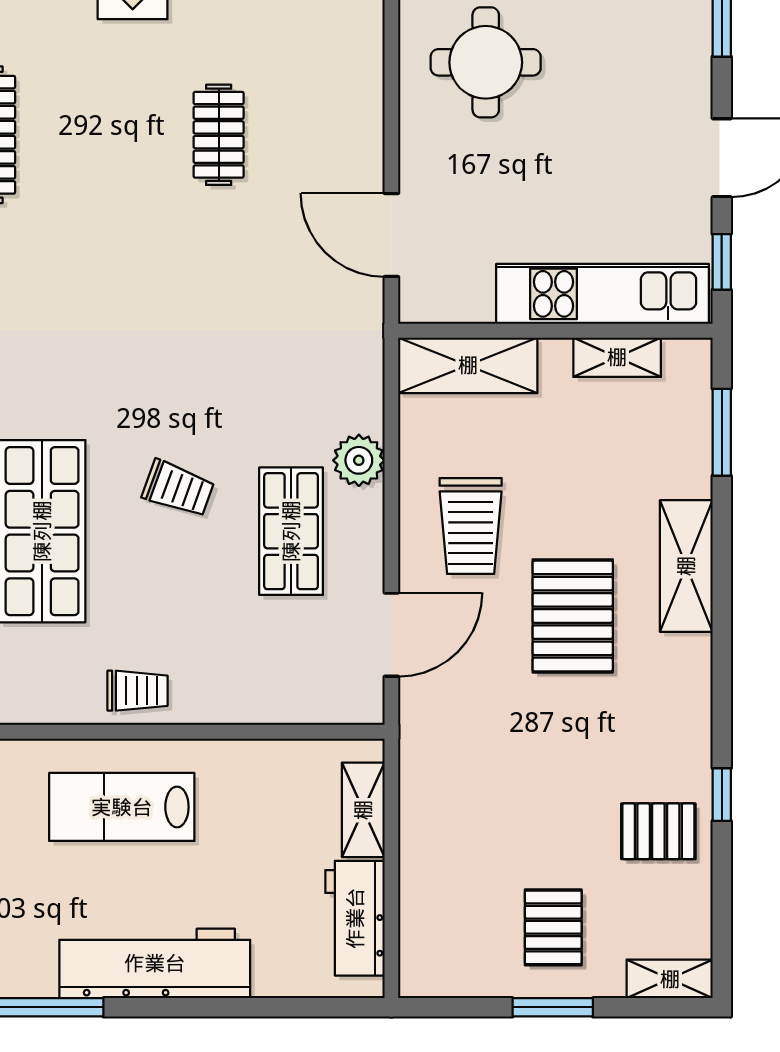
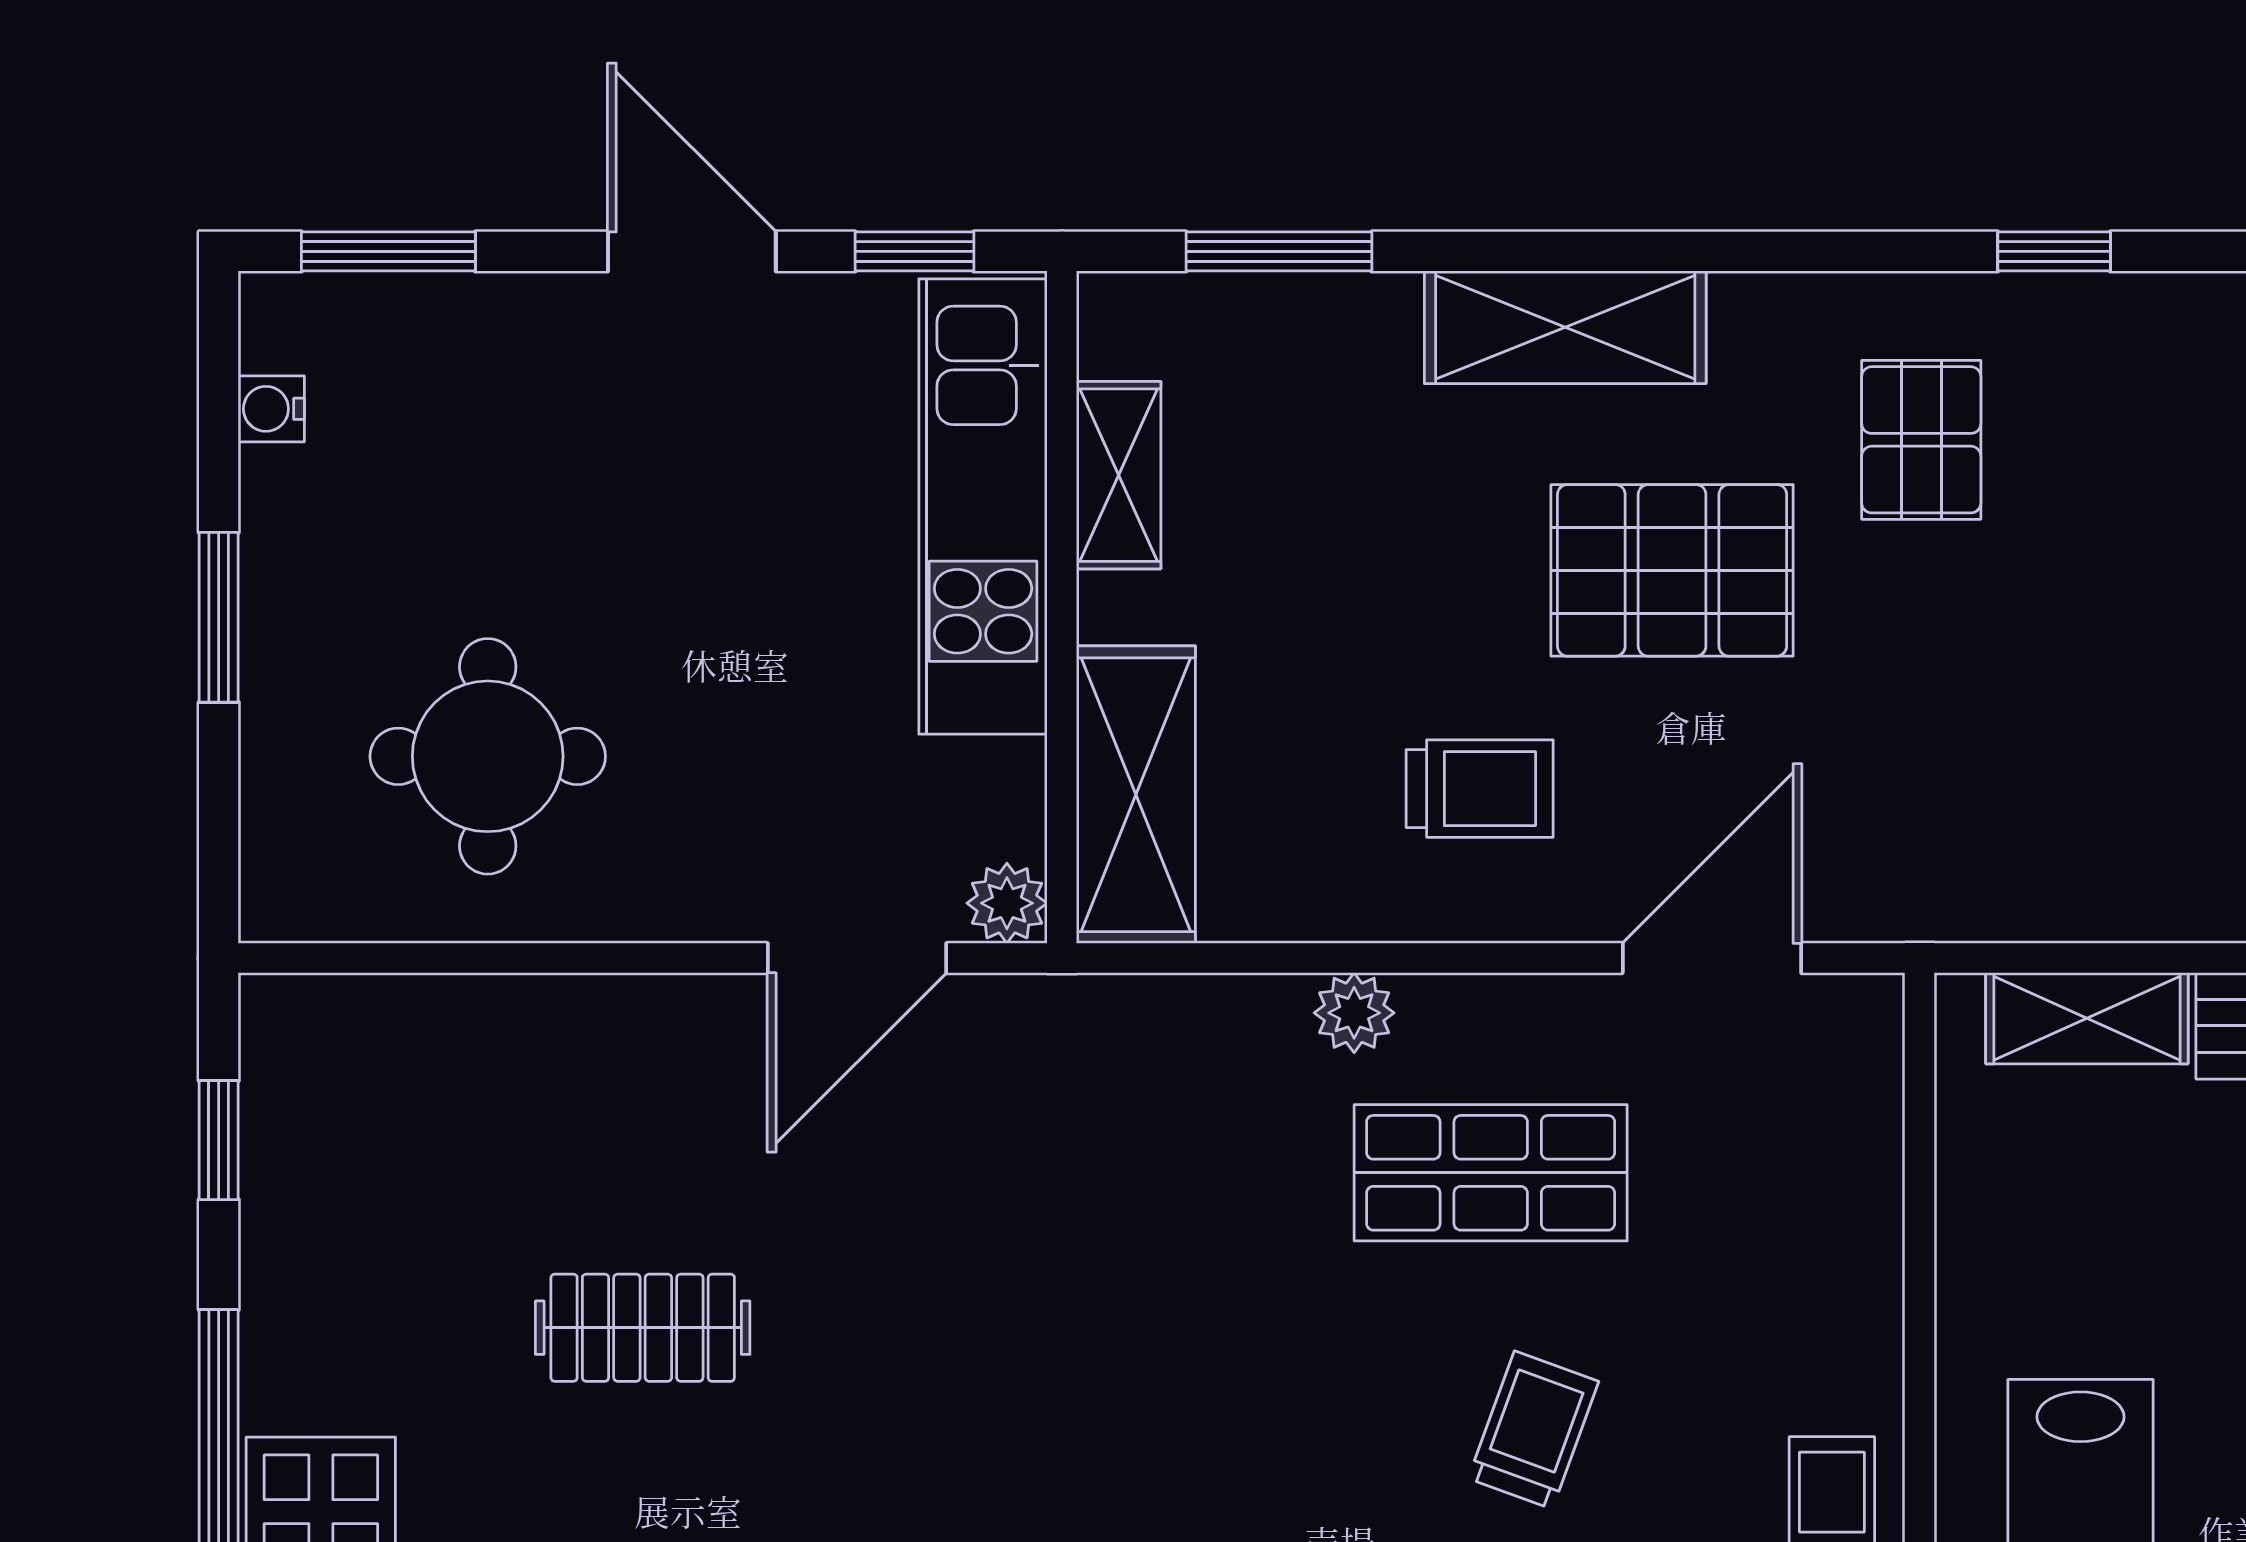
plant: (417, 305) -> (1007, 903), added
plant: (359, 460) -> (1354, 1013), width x0.73, depth x0.73
trolley: (178, 489) -> (1533, 1430), moved
trolley: (471, 526) -> (1480, 789), width x0.73, depth x0.72
door: (391, 635) -> (1712, 958), hinge flipped
pallet: (658, 831) -> (1921, 440), moved

